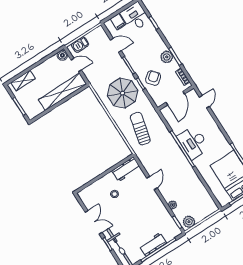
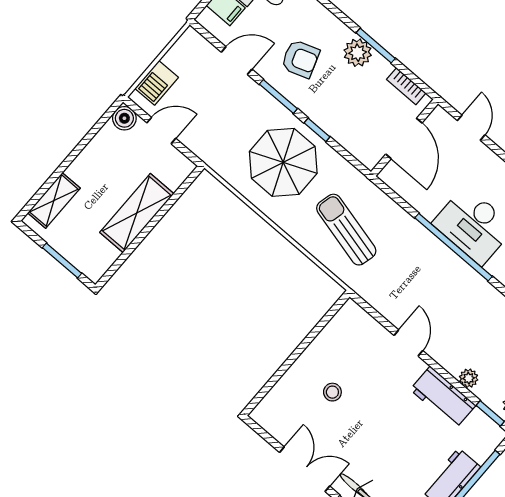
armchair: (153, 78) -> (300, 59), moved, turned 111
shelving: (62, 92) -> (137, 213), width x0.68
workbench: (126, 169) -> (443, 397), moved, turned 90

